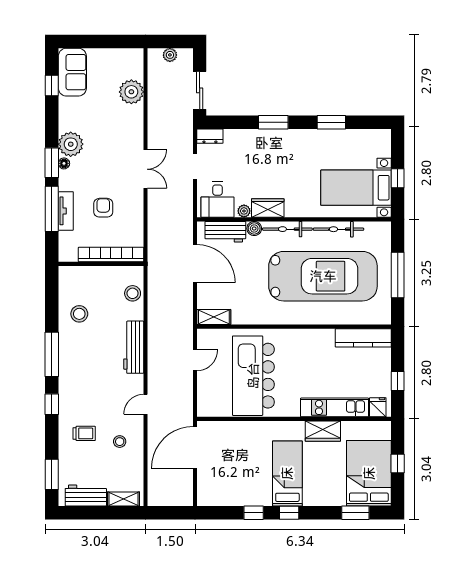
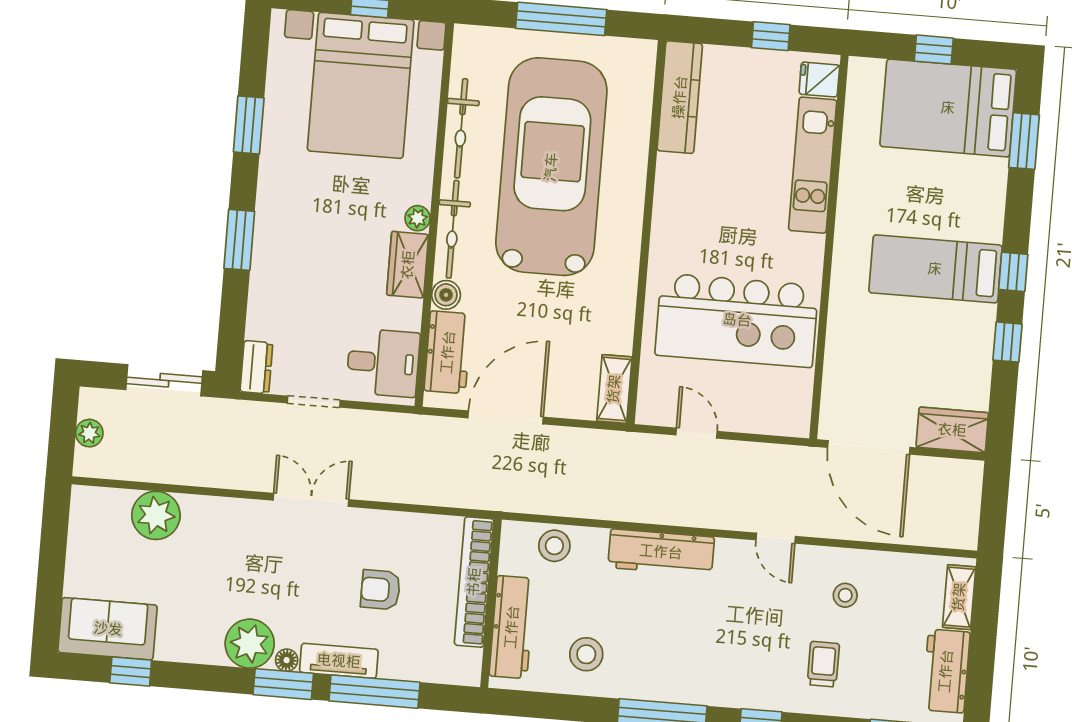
bed with nightstands: (356, 188) -> (361, 85), width x1.36
tv unit: (66, 211) -> (339, 661), moved
plant: (244, 211) -> (418, 218), moved
workbench: (90, 275) -> (512, 627), added
wardrobe: (323, 431) -> (952, 430), moved, turned -90

